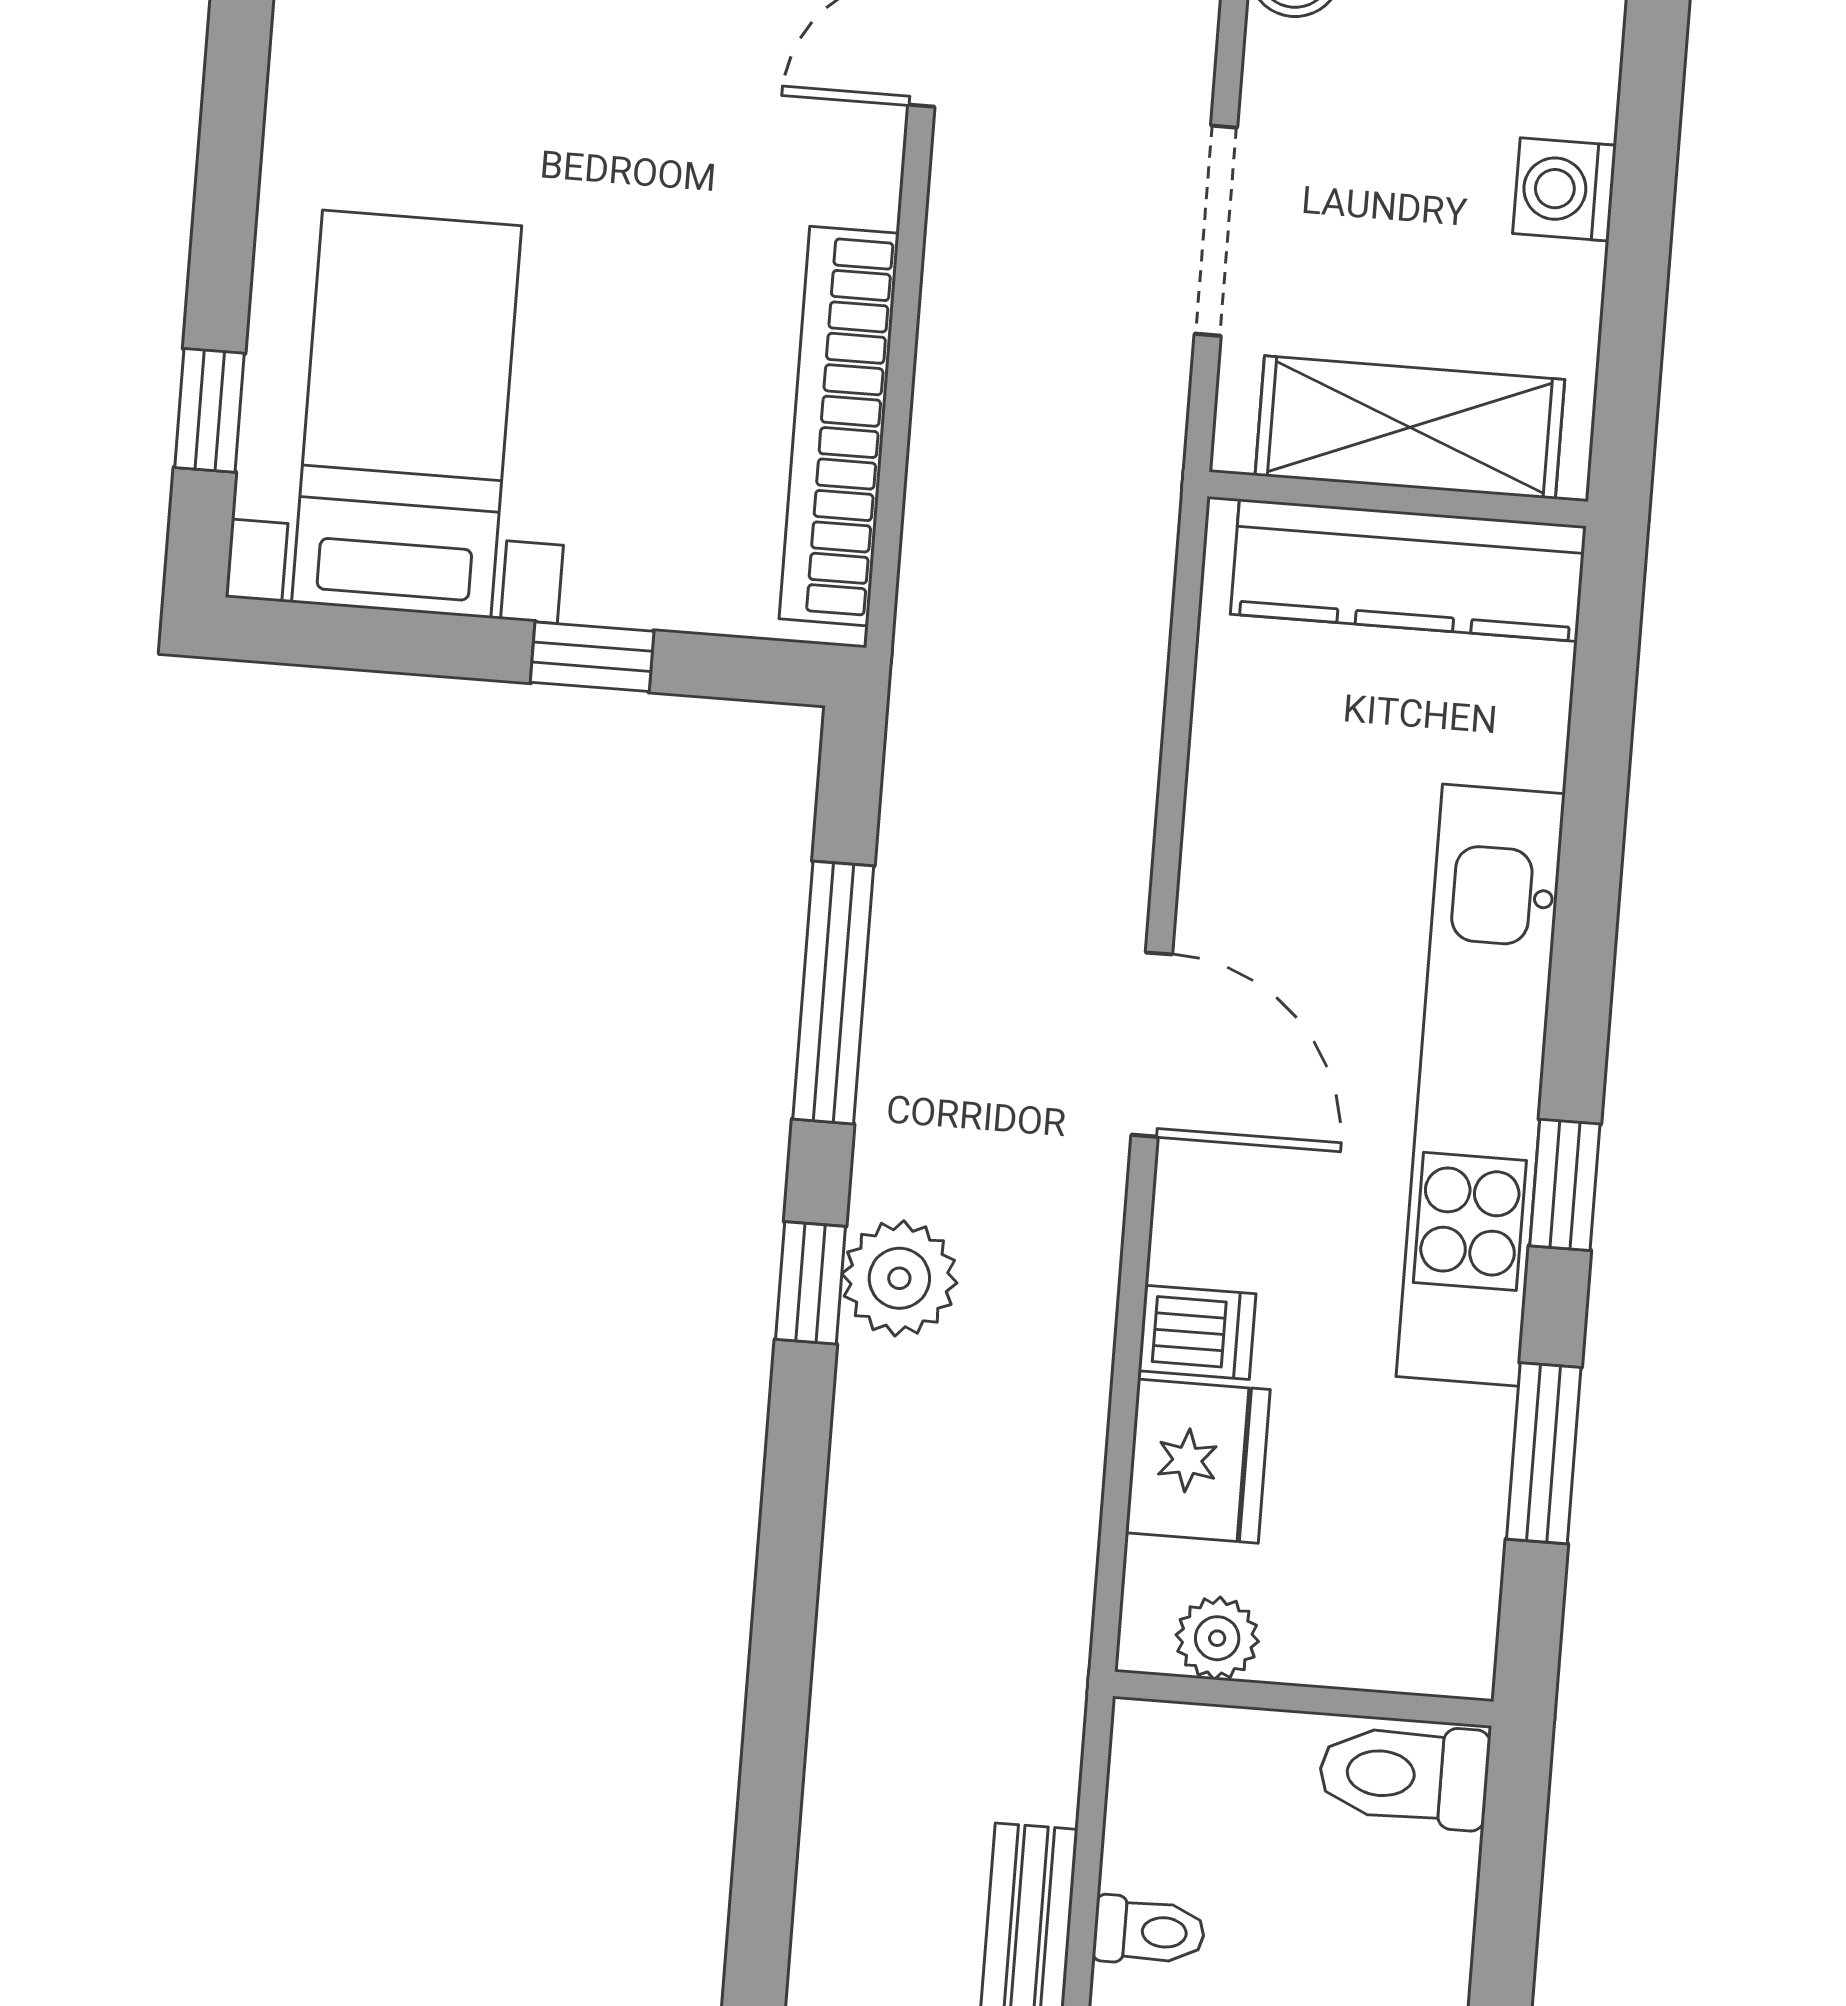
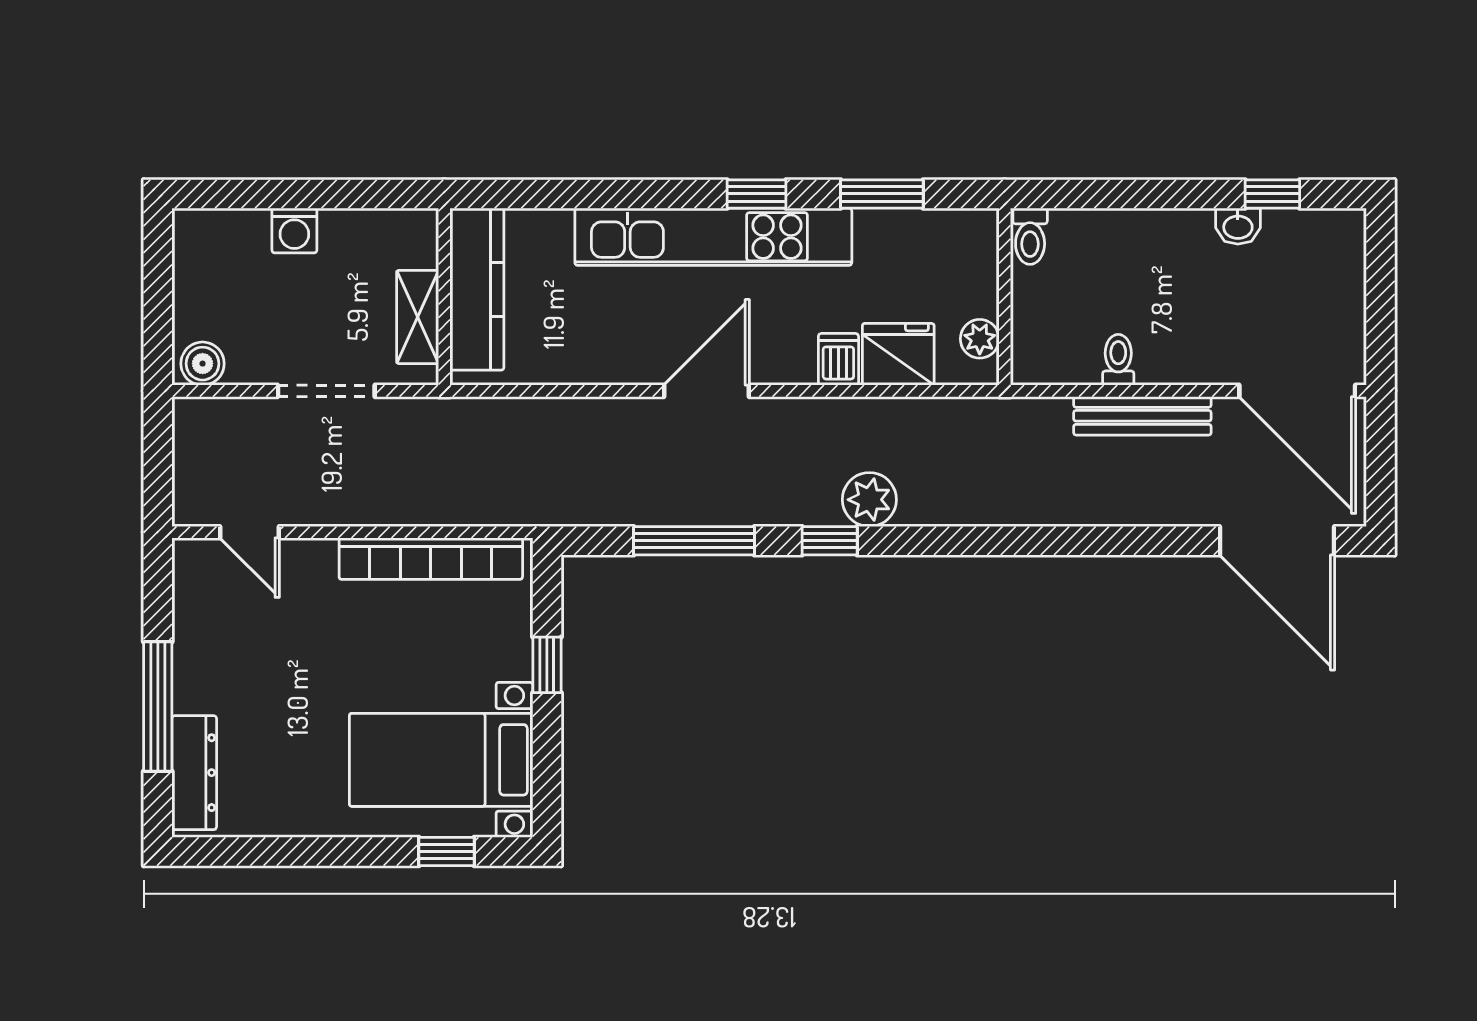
shelving: (1410, 427) -> (418, 317), width x0.67, depth x0.75
plant: (899, 1278) -> (869, 500), moved
toilet: (1404, 1775) -> (1030, 236), width x0.73, depth x0.72

